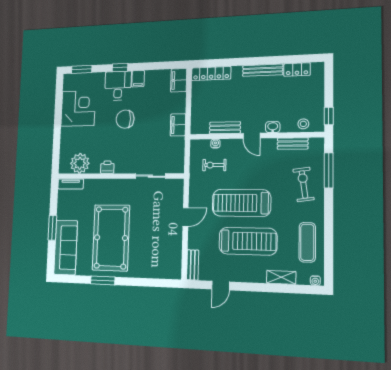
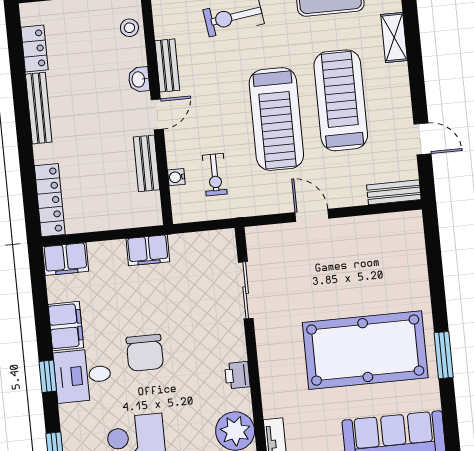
filing cabinet: (138, 79) -> (66, 326), width x2.00
bench: (293, 144) -> (167, 65), moved

